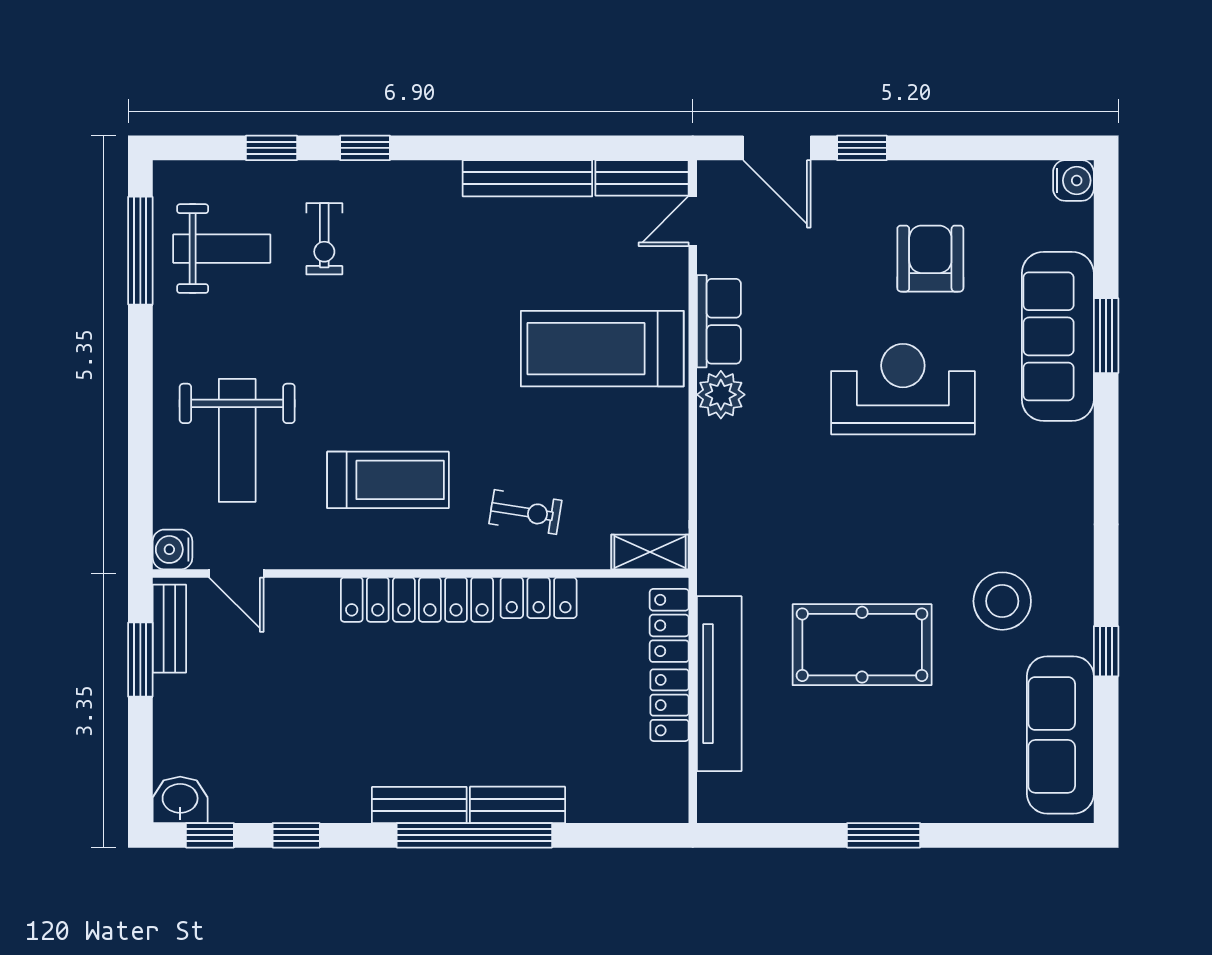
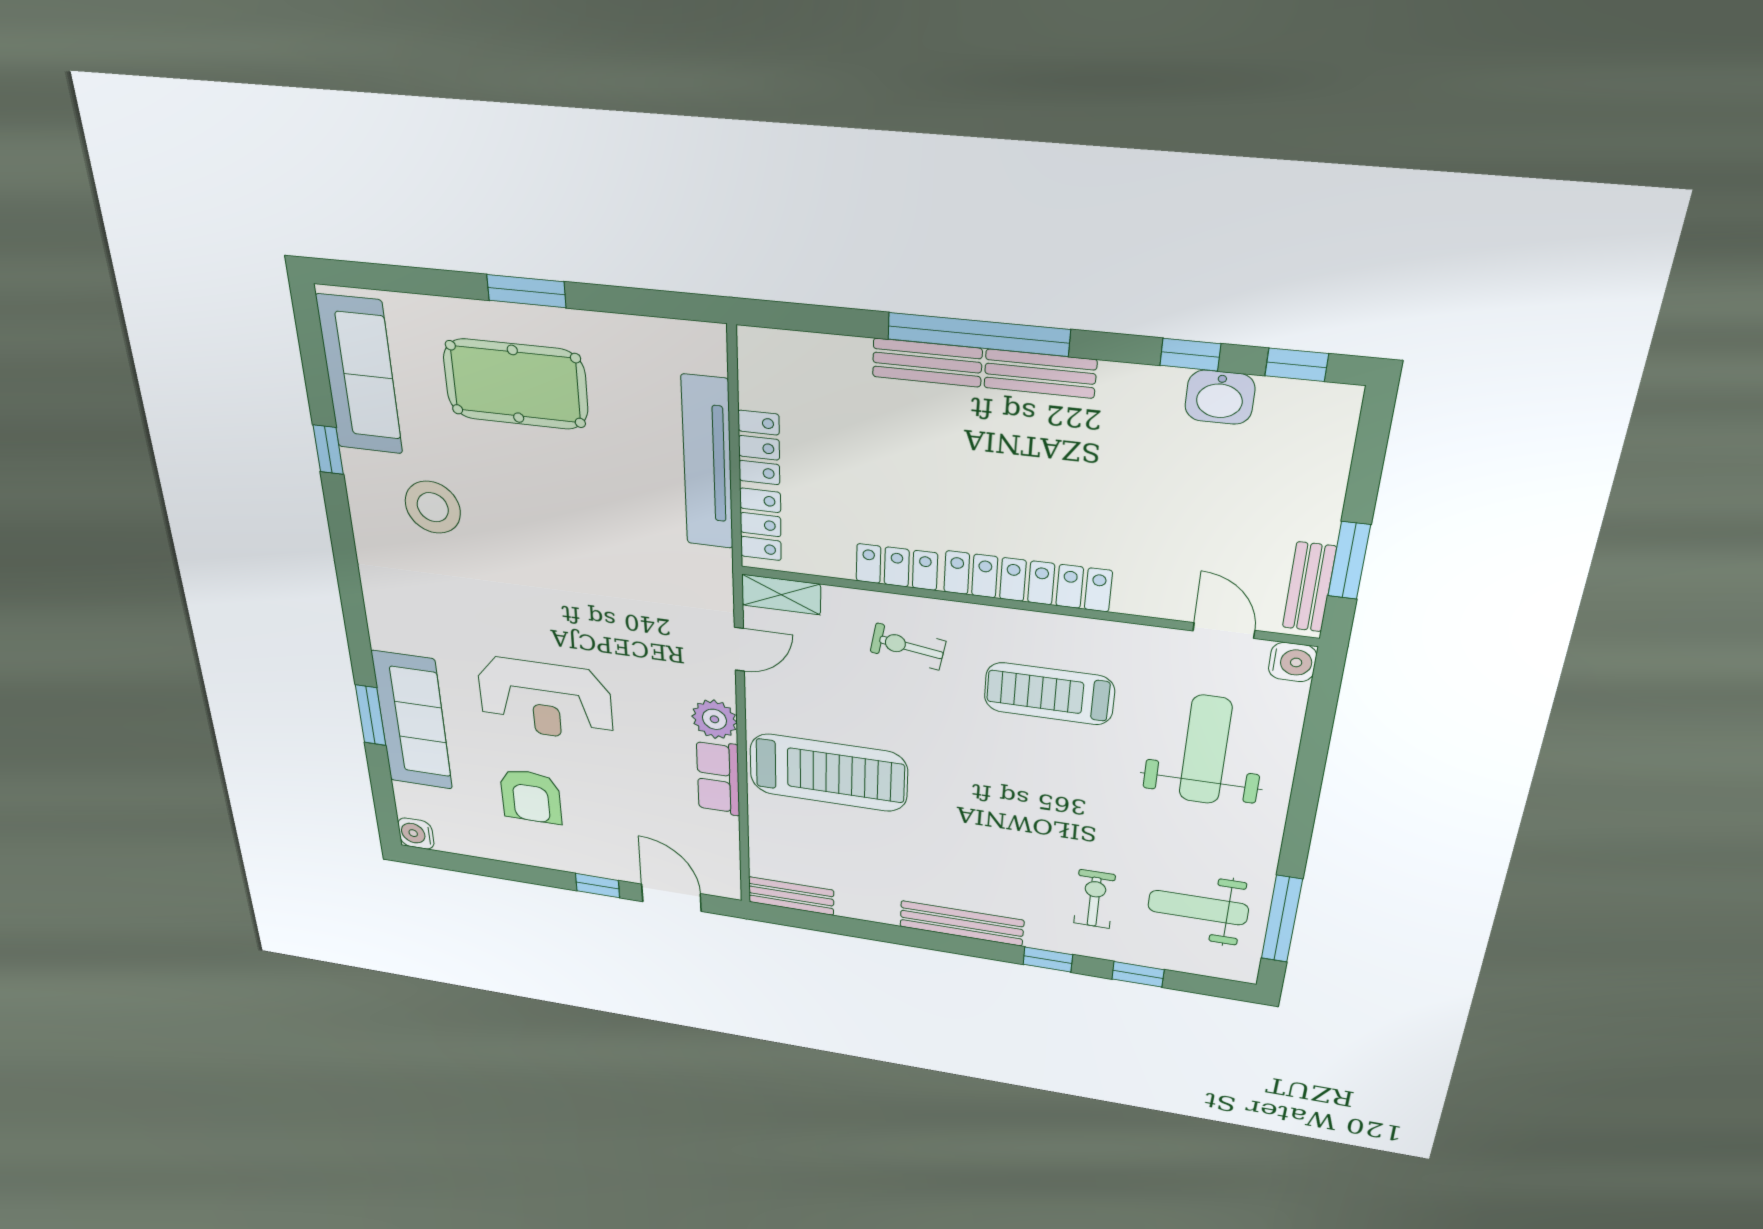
bench: (527, 178) -> (962, 923), moved
door: (693, 221) -> (739, 649), moved
pool table: (862, 645) -> (516, 384), moved
washbasin: (180, 800) -> (1220, 397), moved

